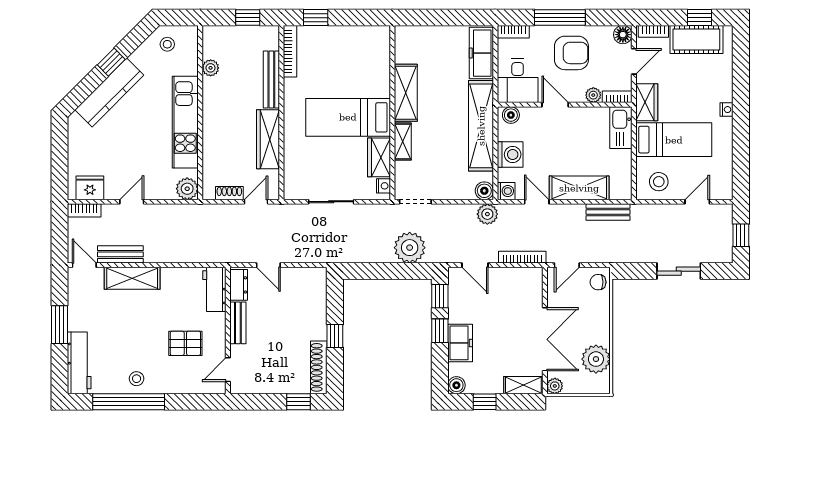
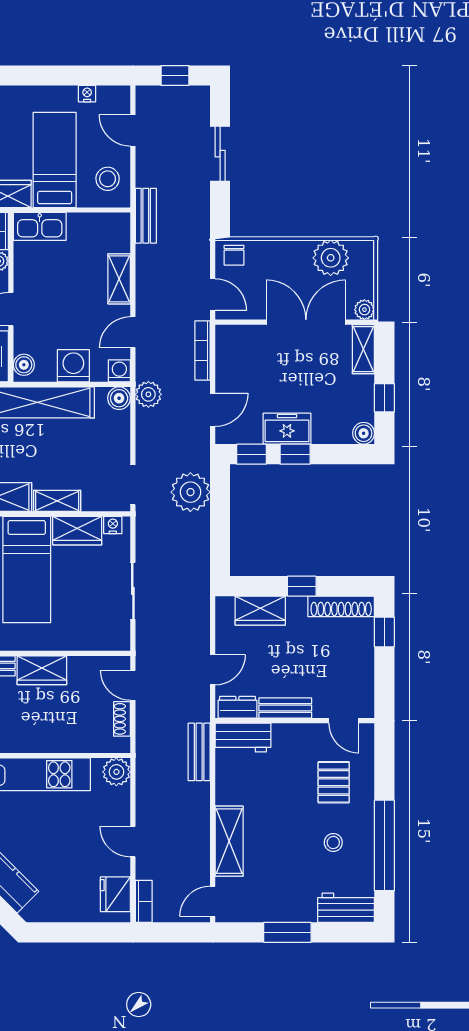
nightstand: (726, 110) -> (87, 94), moved
wardrobe: (268, 139) -> (42, 670), width x0.67
shelving: (579, 188) -> (119, 279), width x0.67, depth x0.75
bench: (608, 212) -> (146, 216), moved
bench: (120, 254) -> (199, 752), moved
wardrobe: (315, 303) -> (260, 611), added
pallet: (185, 343) -> (334, 782), moved
freezer: (460, 343) -> (287, 429), moved
workbench: (79, 363) -> (346, 908), width x0.73
stool: (137, 379) -> (333, 842), moved

